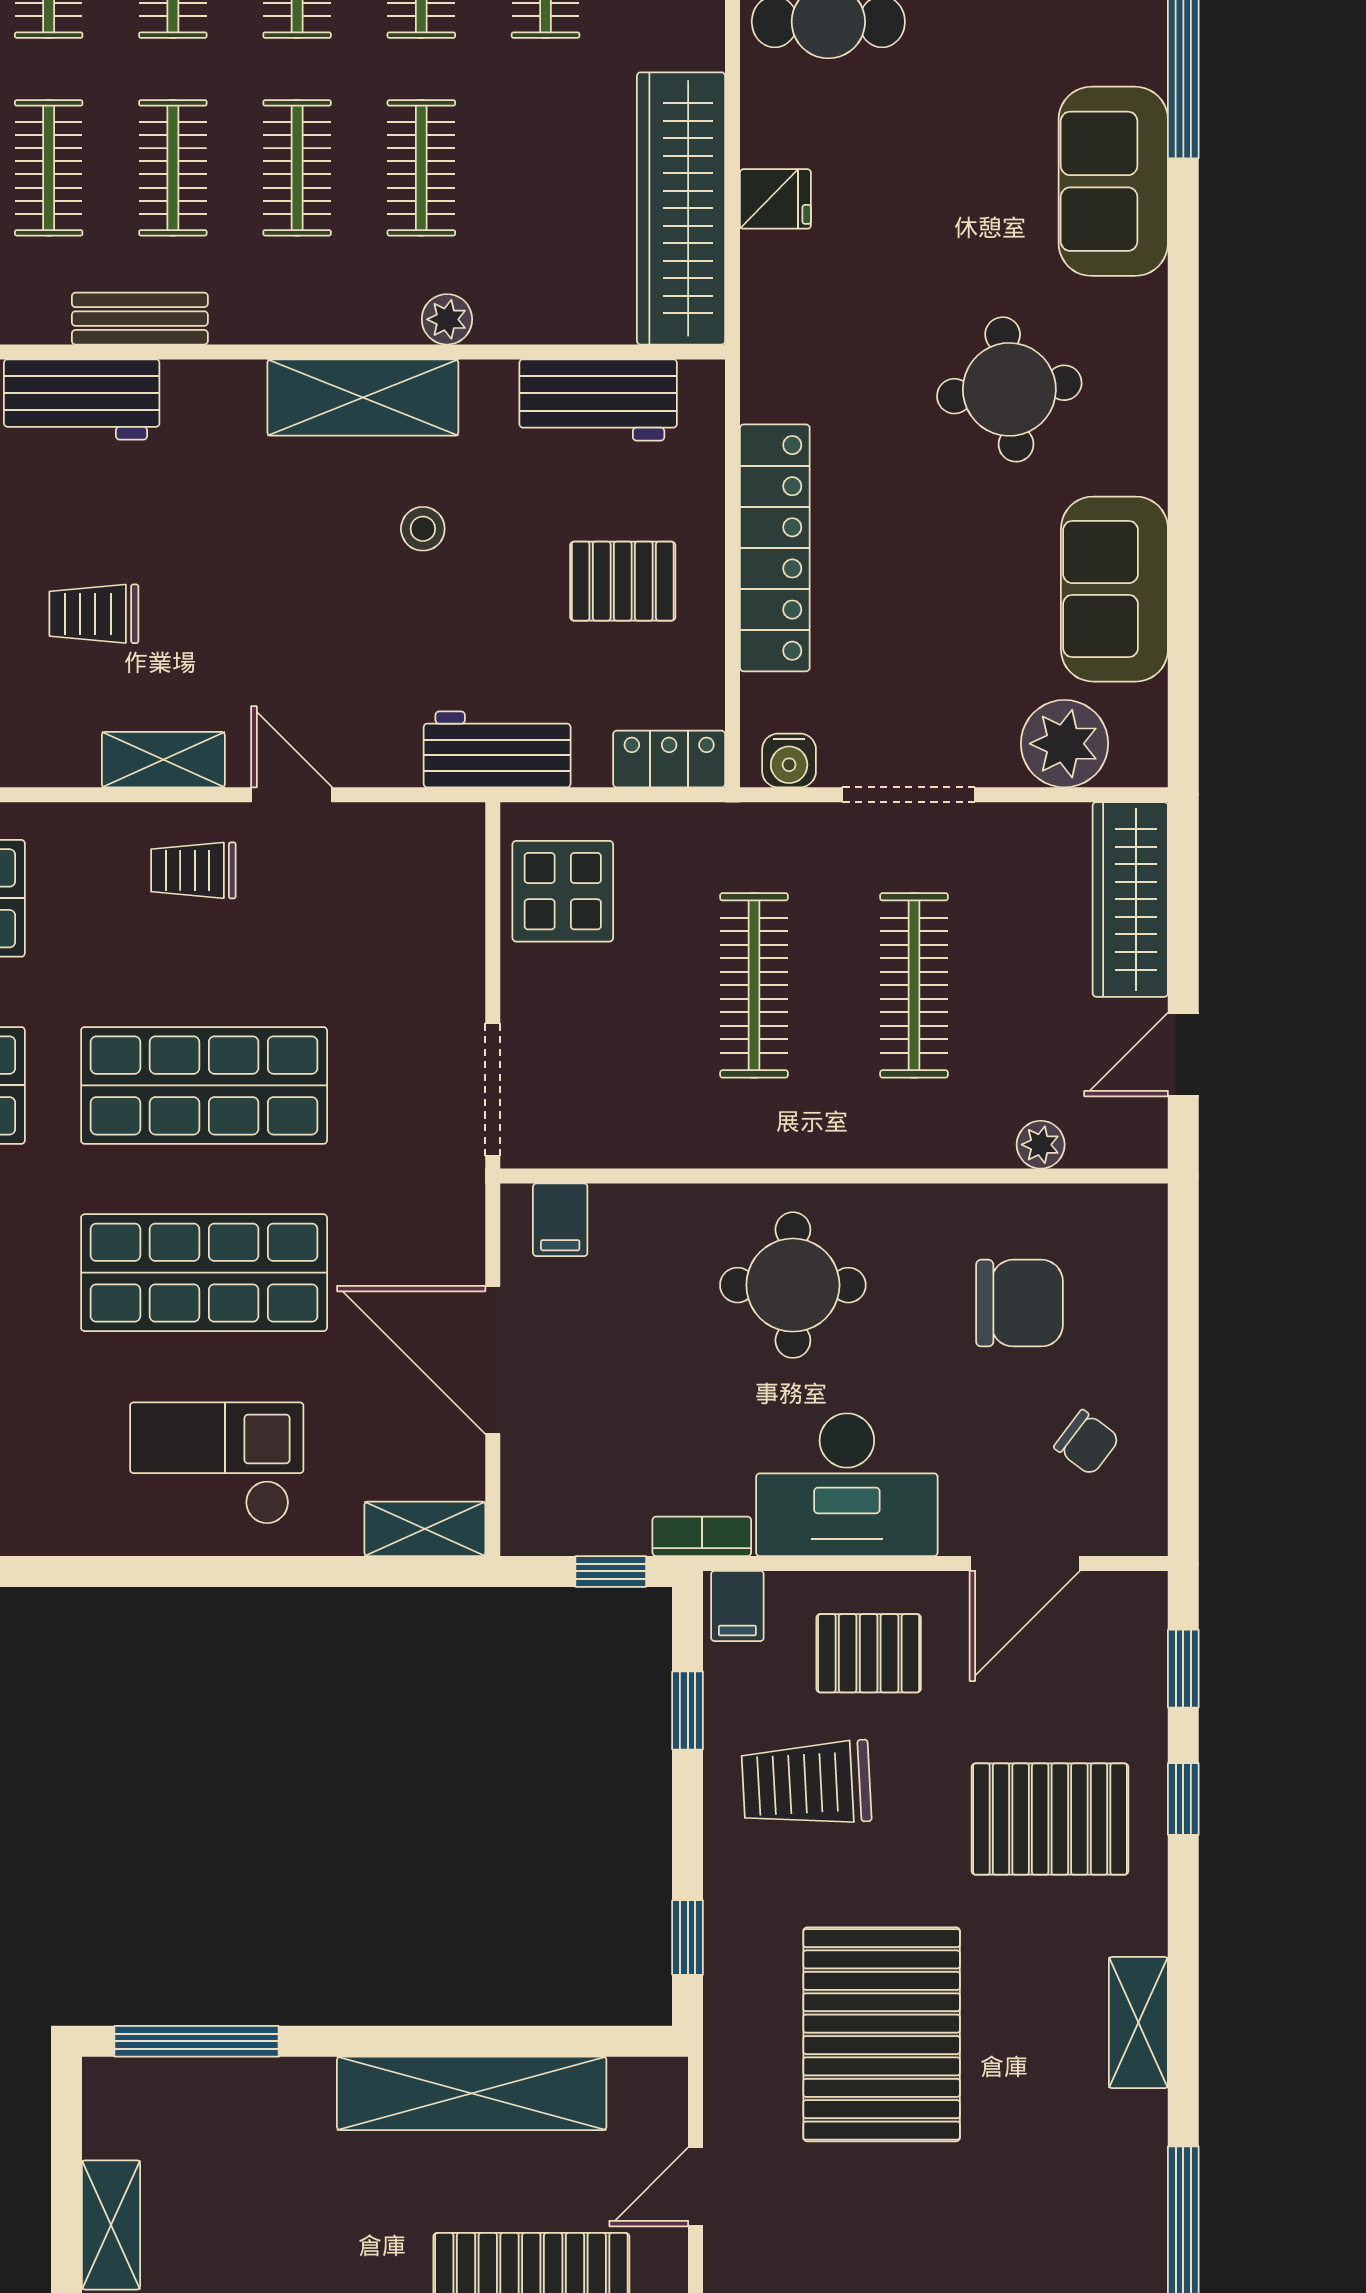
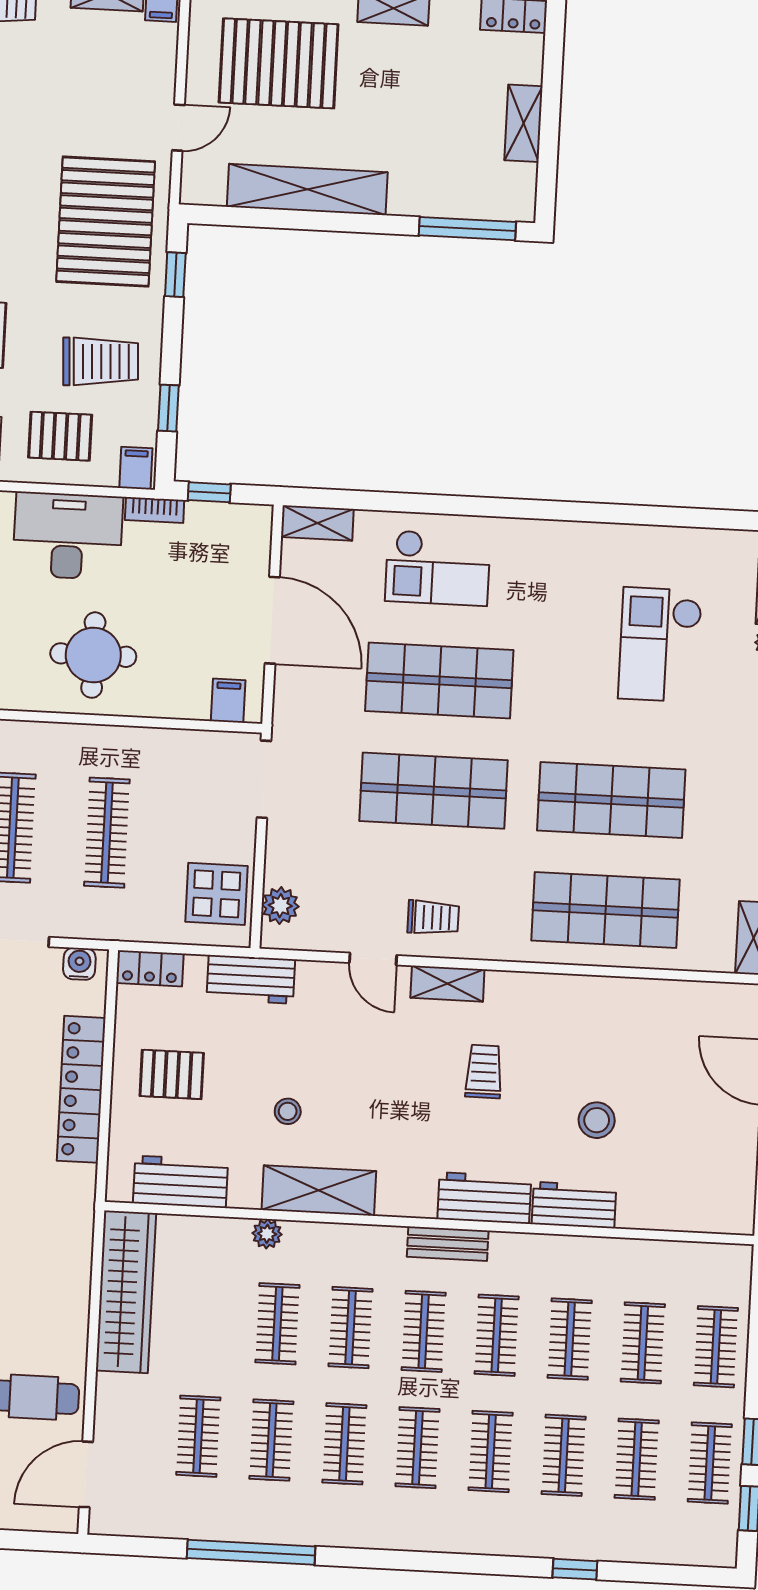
fridge: (775, 199) -> (70, 1295), removed
trolley: (94, 614) -> (484, 1072), turned -90
plant: (454, 877) -> (280, 906), added
pallet: (882, 2034) -> (106, 222), moved

